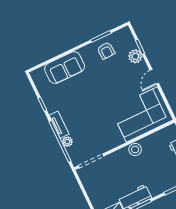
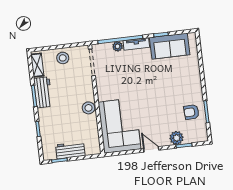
sofa: (65, 68) -> (170, 46), moved, turned -90
stool: (96, 190) -> (63, 58), added

